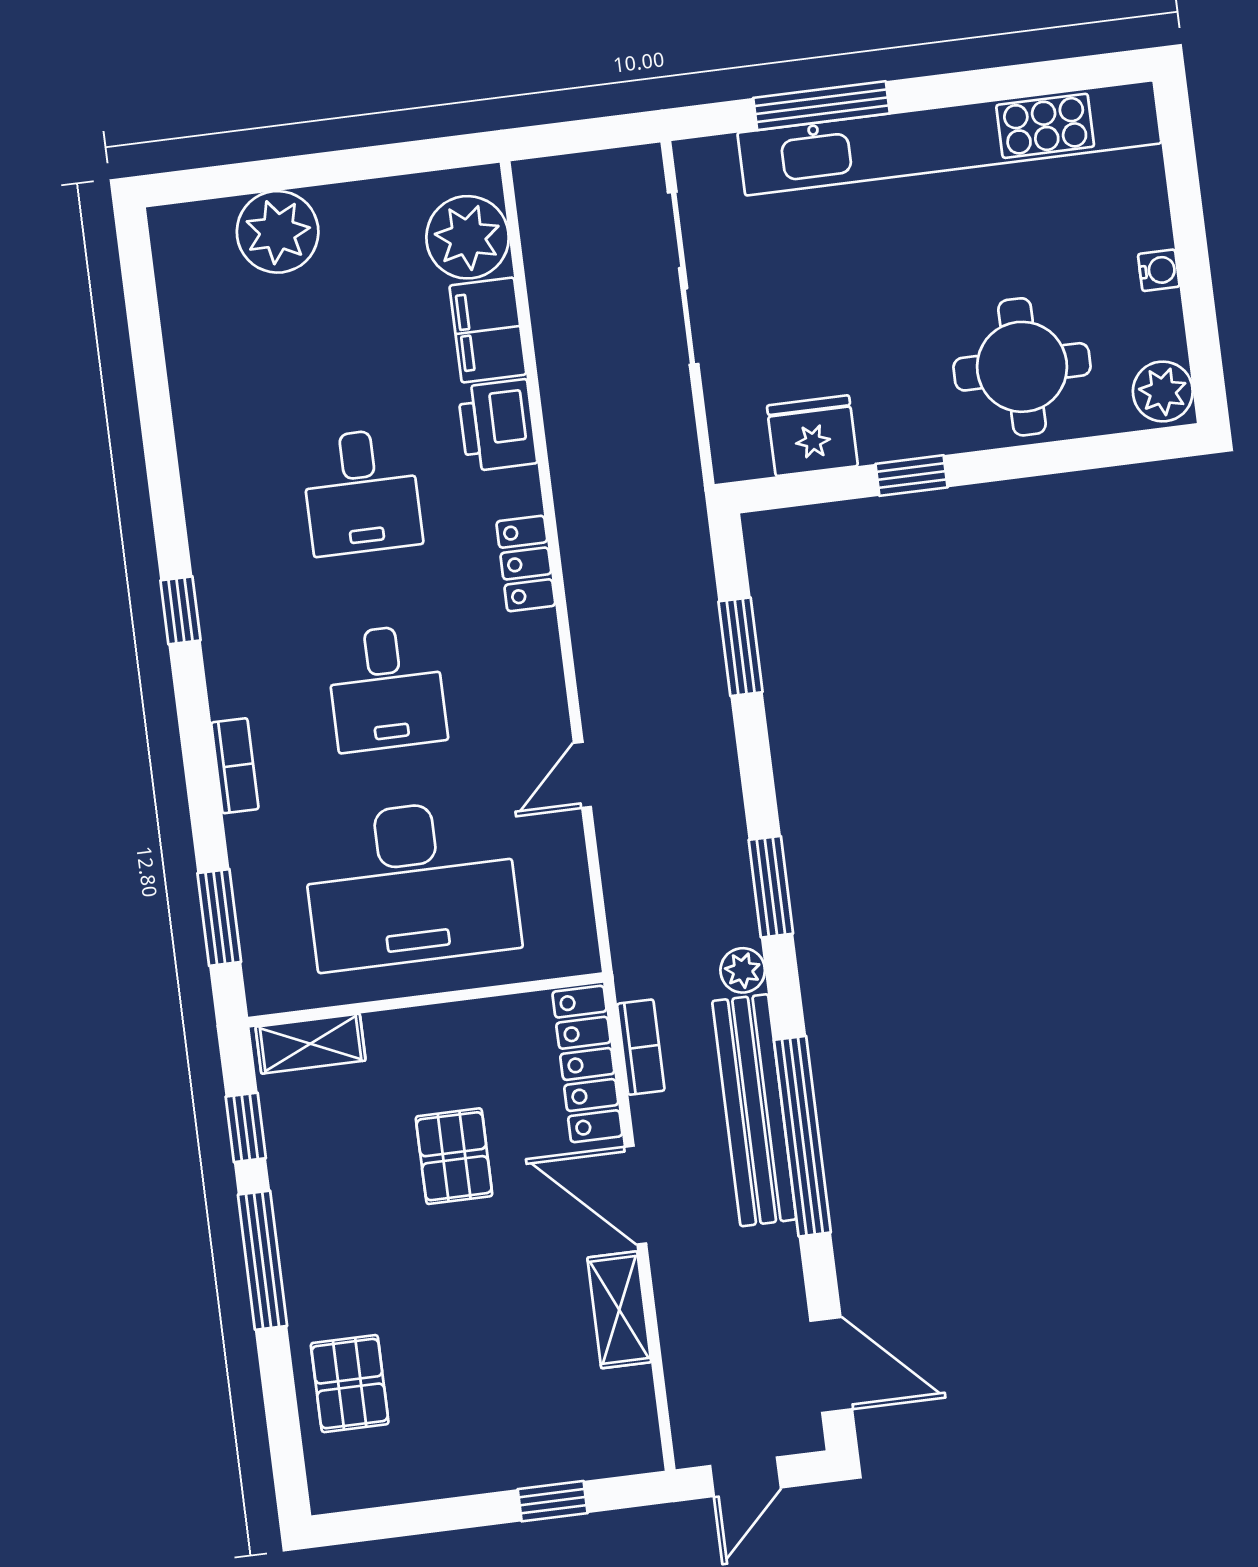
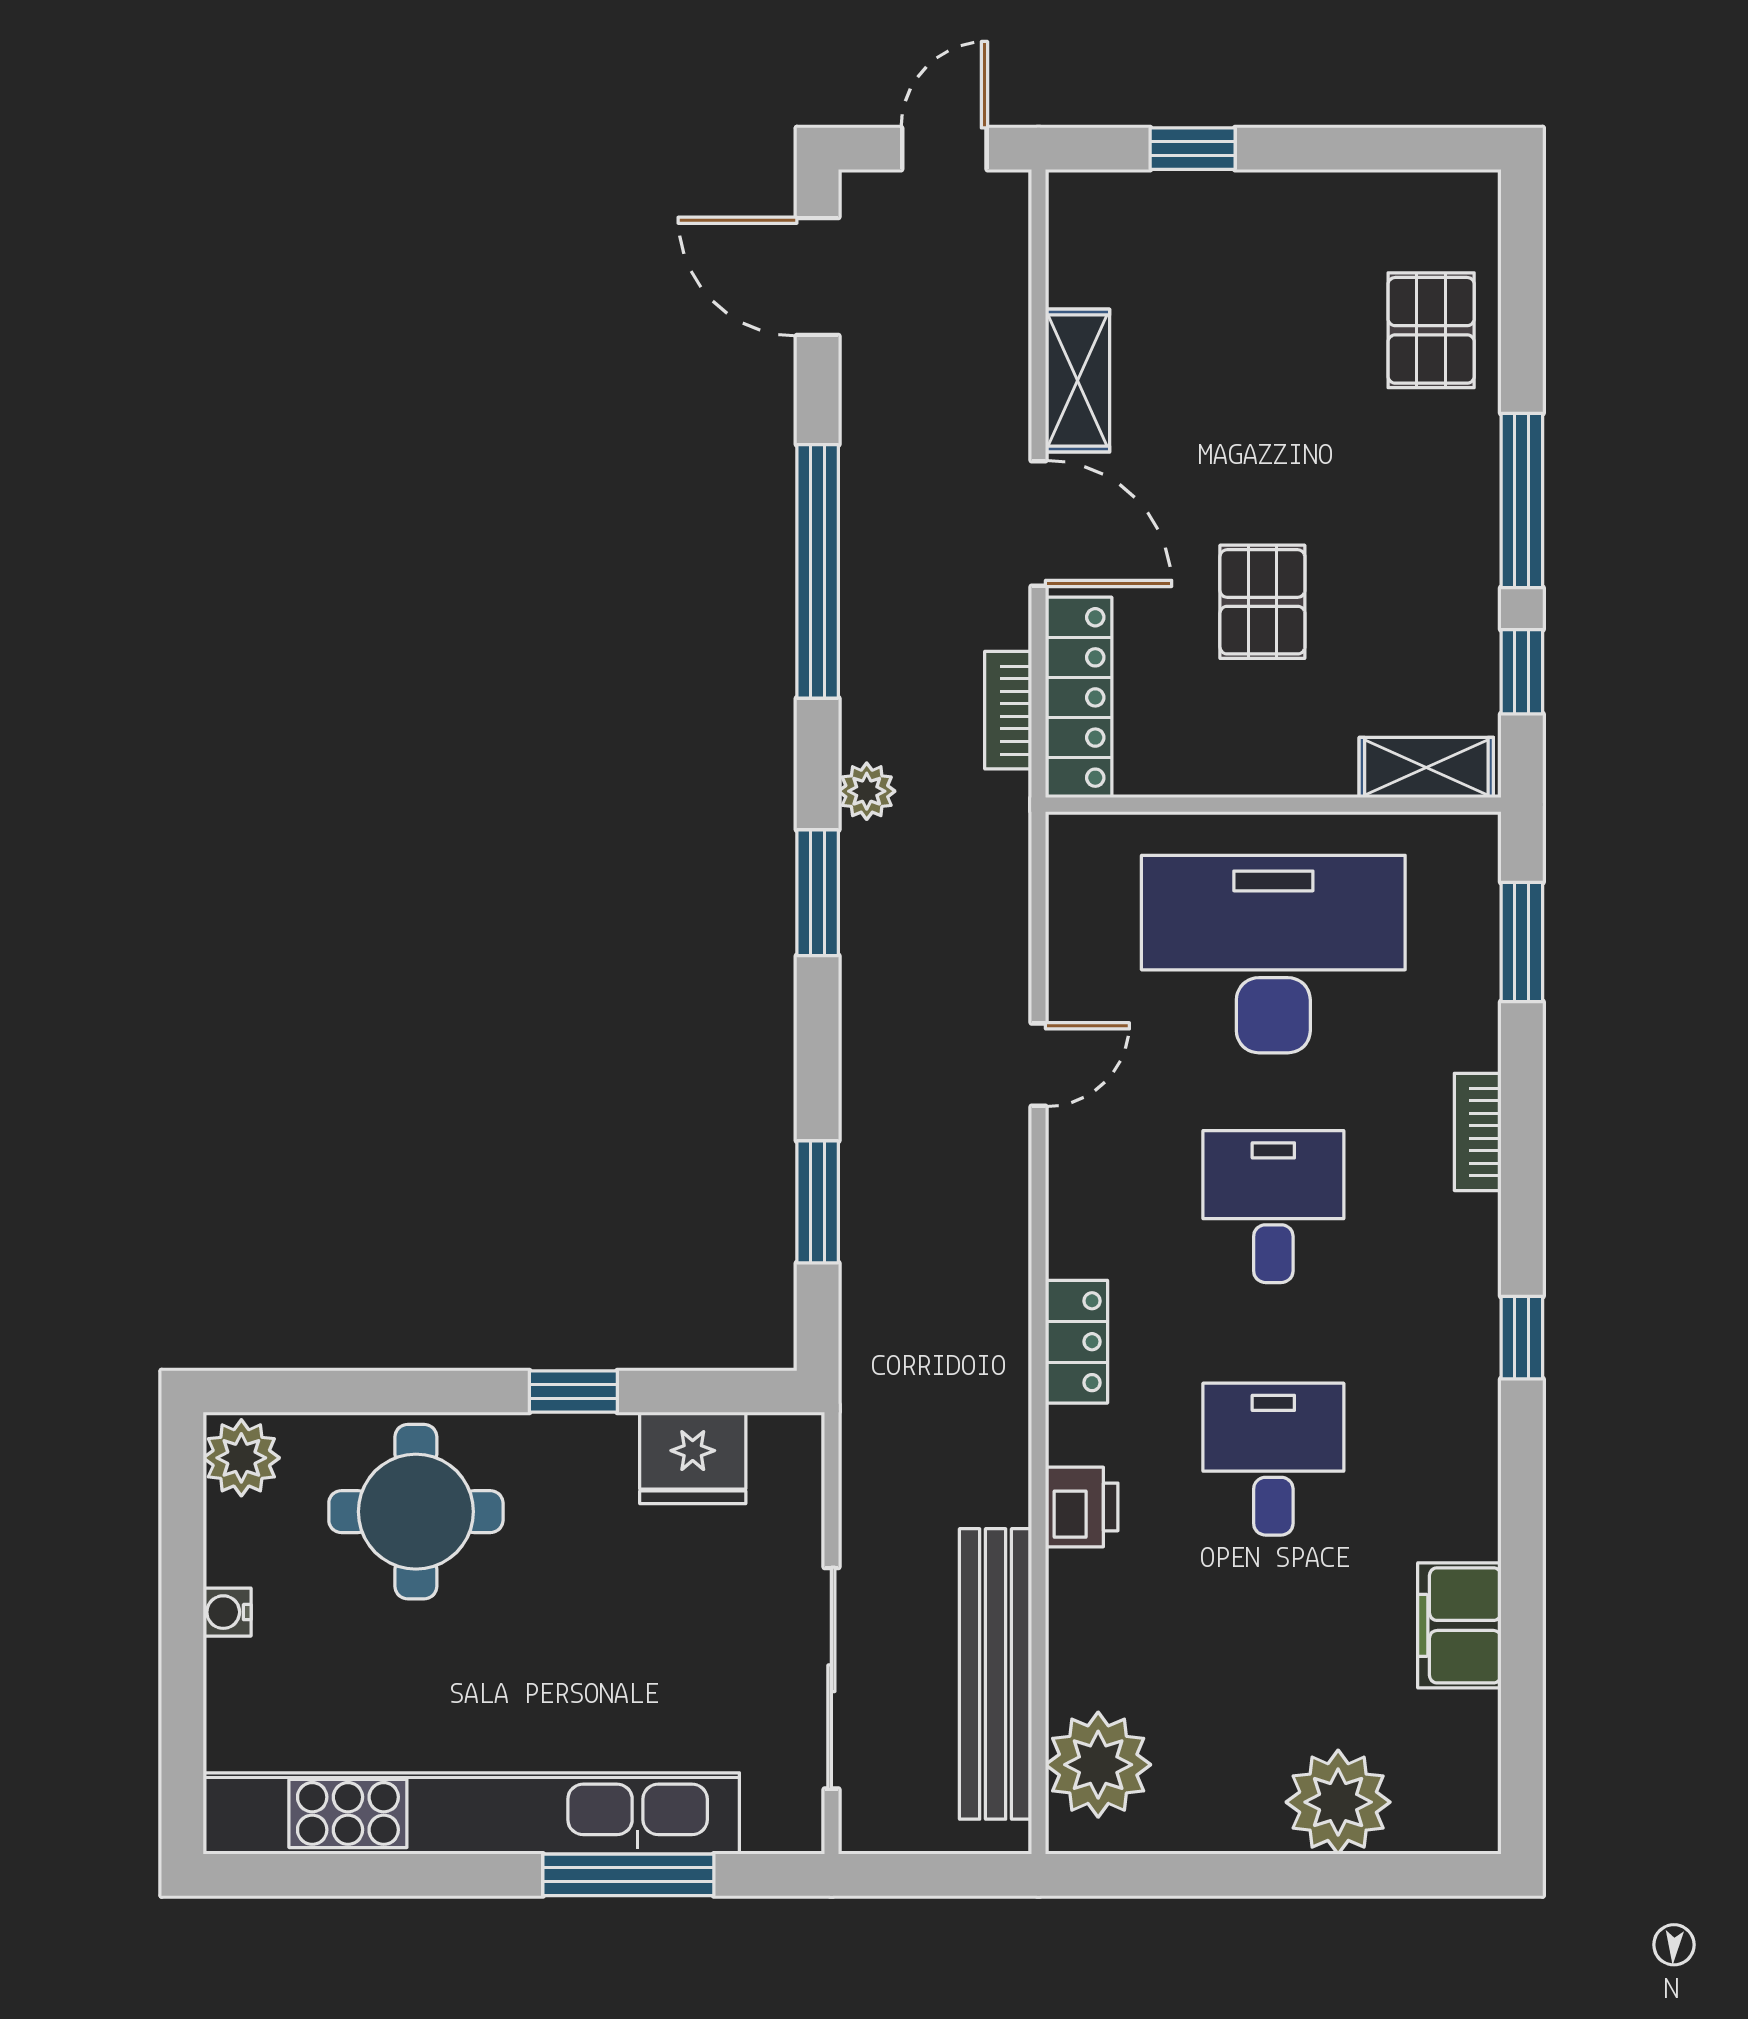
filing cabinet: (488, 330) -> (1459, 1625), moved, turned 180
printer: (497, 425) -> (1082, 1507), width x0.73, depth x0.81
bench: (754, 1110) -> (996, 1674), moved

